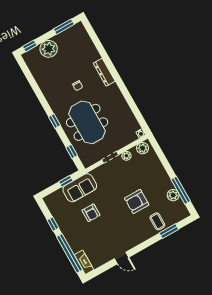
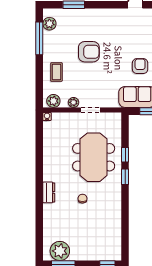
plant: (49, 49) -> (60, 251), moved
dresser: (104, 72) -> (49, 192), width x0.70
window: (72, 151) -> (125, 155), moved
plant: (173, 195) -> (49, 24), moved
coffee table: (157, 221) -> (56, 72), moved

